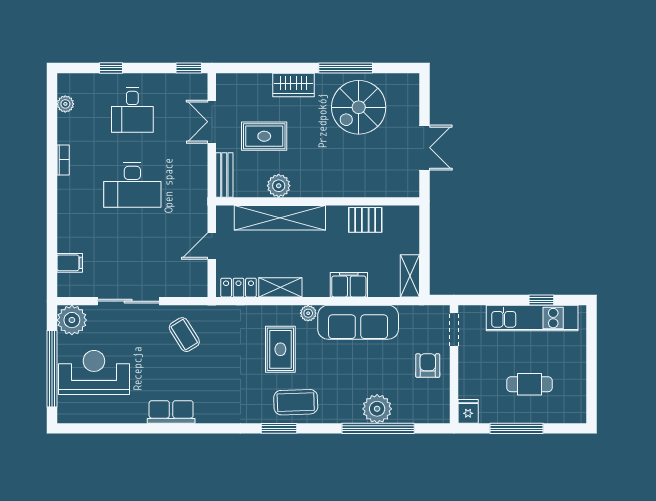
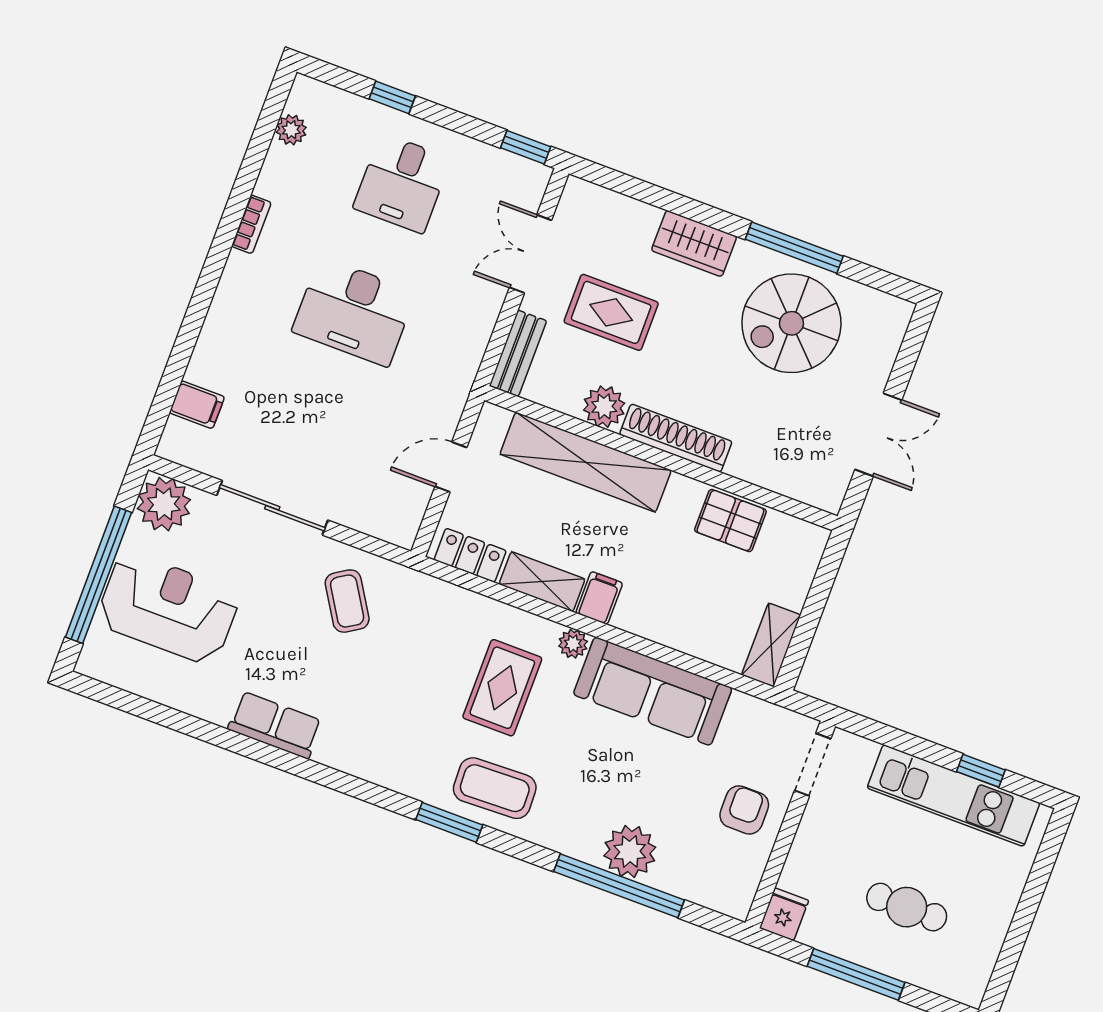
shoe rack: (321, 188) -> (676, 438), added
filing cabinet: (349, 285) -> (599, 598), moved, width x0.50

